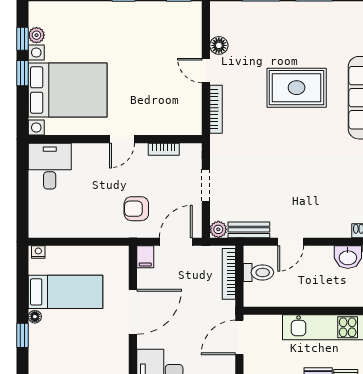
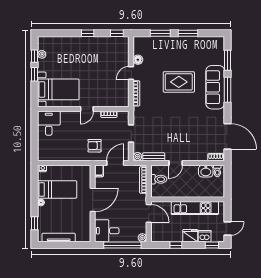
door: (206, 71) -> (131, 73), hinge flipped
bed with nightstands: (68, 90) -> (58, 89), width x0.73
window: (22, 335) -> (34, 223), moved
door: (239, 337) -> (149, 213), swing flipped

